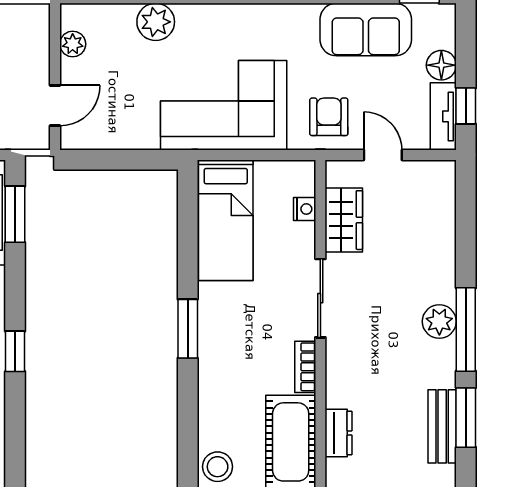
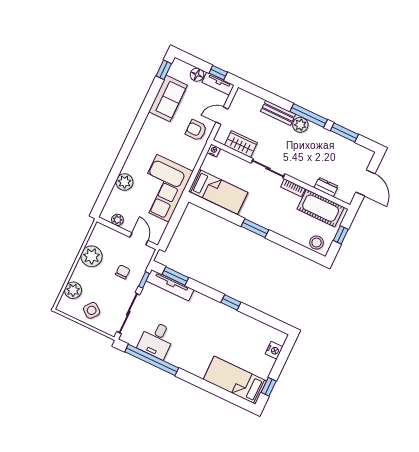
corner sofa: (224, 105) -> (163, 188), moved
nightstand: (305, 209) -> (214, 151), moved
bench: (442, 426) -> (278, 113), moved

